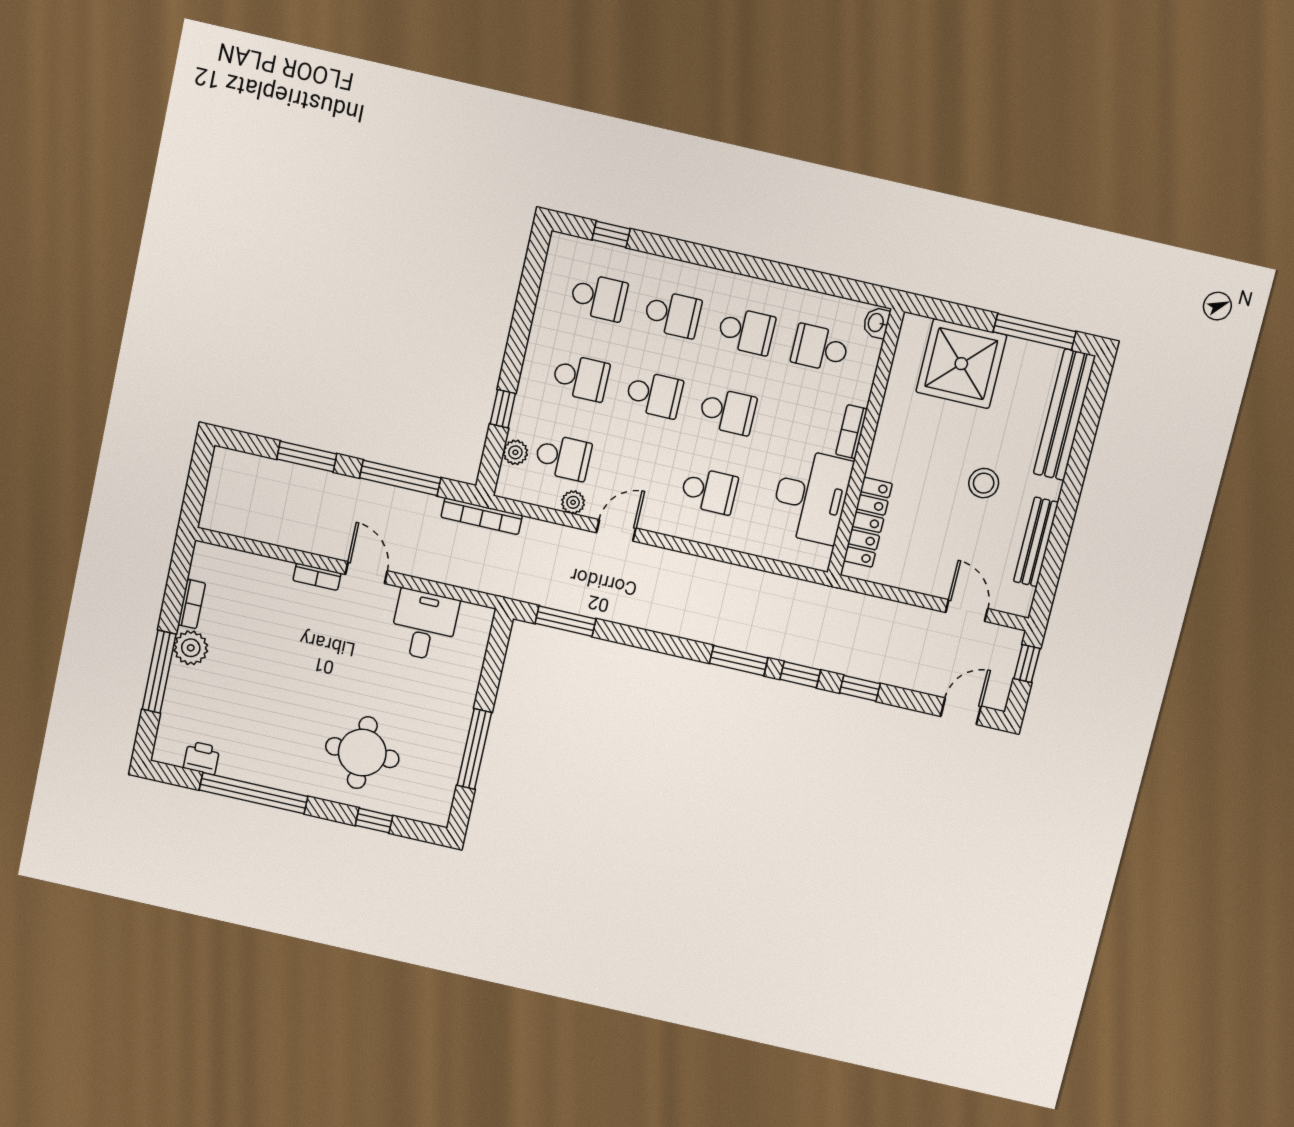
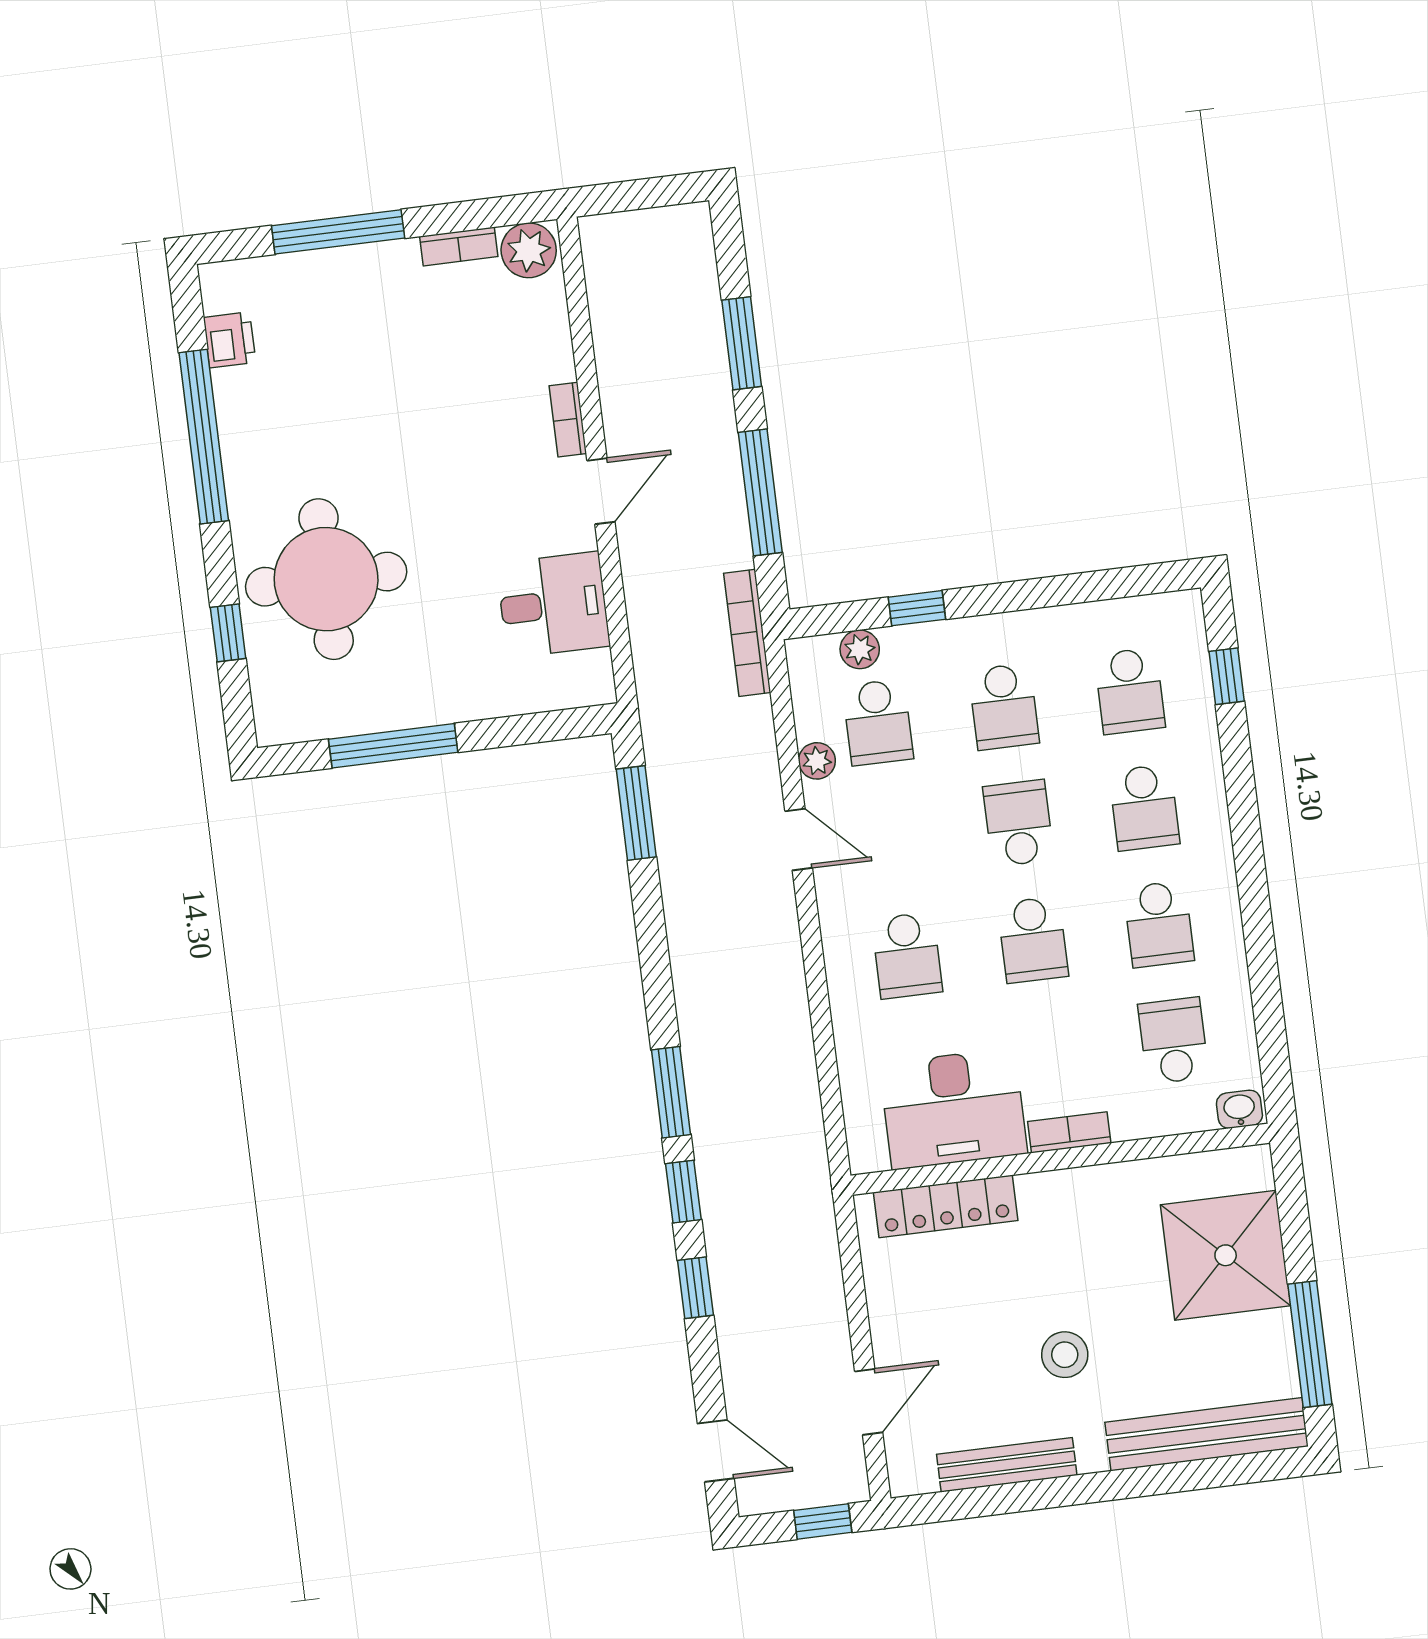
school desk: (654, 394) -> (1018, 823), turned 180
plant: (191, 648) -> (529, 250), moved
round table: (362, 753) -> (326, 579), width x1.36, depth x1.36

